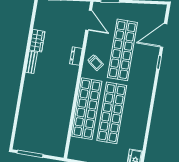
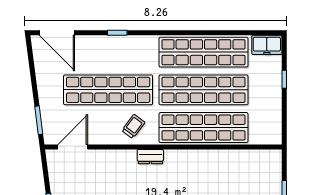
door: (164, 35) -> (57, 33), moved
dresser: (76, 56) -> (150, 157), moved
shop shelf: (137, 117) -> (203, 52), added

